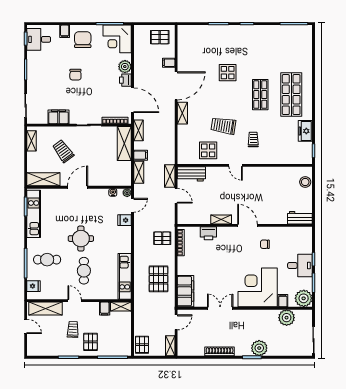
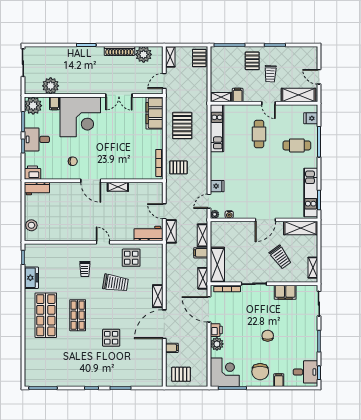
printer: (208, 233) -> (32, 173), moved
round table: (81, 239) -> (262, 167), removed
plant: (259, 348) -> (144, 54), moved

